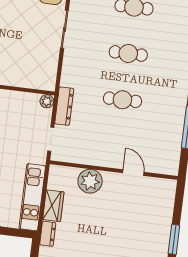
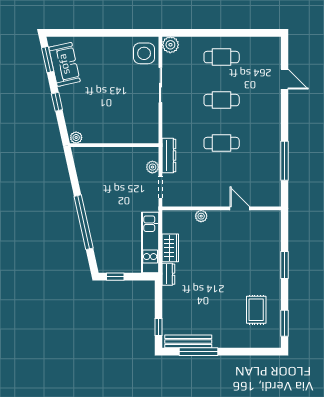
plant: (47, 101) -> (152, 167), moved
plant: (90, 181) -> (201, 216), width x0.53, depth x0.53

